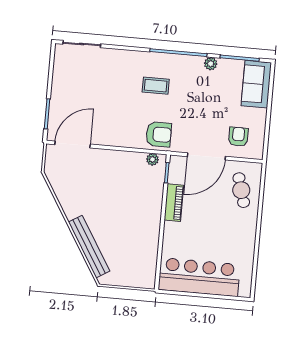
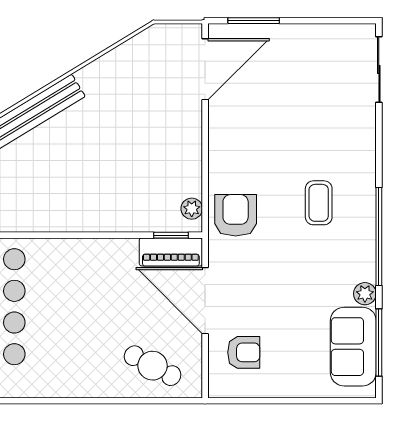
sofa: (256, 84) -> (353, 347), moved, turned -90
armchair: (159, 134) -> (236, 215), turned 180
door: (73, 144) -> (205, 69), hinge flipped
cafe table: (241, 190) -> (153, 366), turned 44
piano: (174, 203) -> (171, 252), moved

